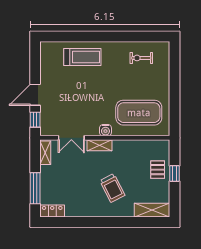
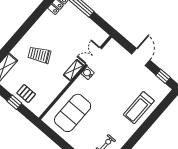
window: (35, 120) -> (163, 76), moved
water cooler: (105, 130) -> (88, 73), moved
shelving: (45, 153) -> (98, 32), removed

